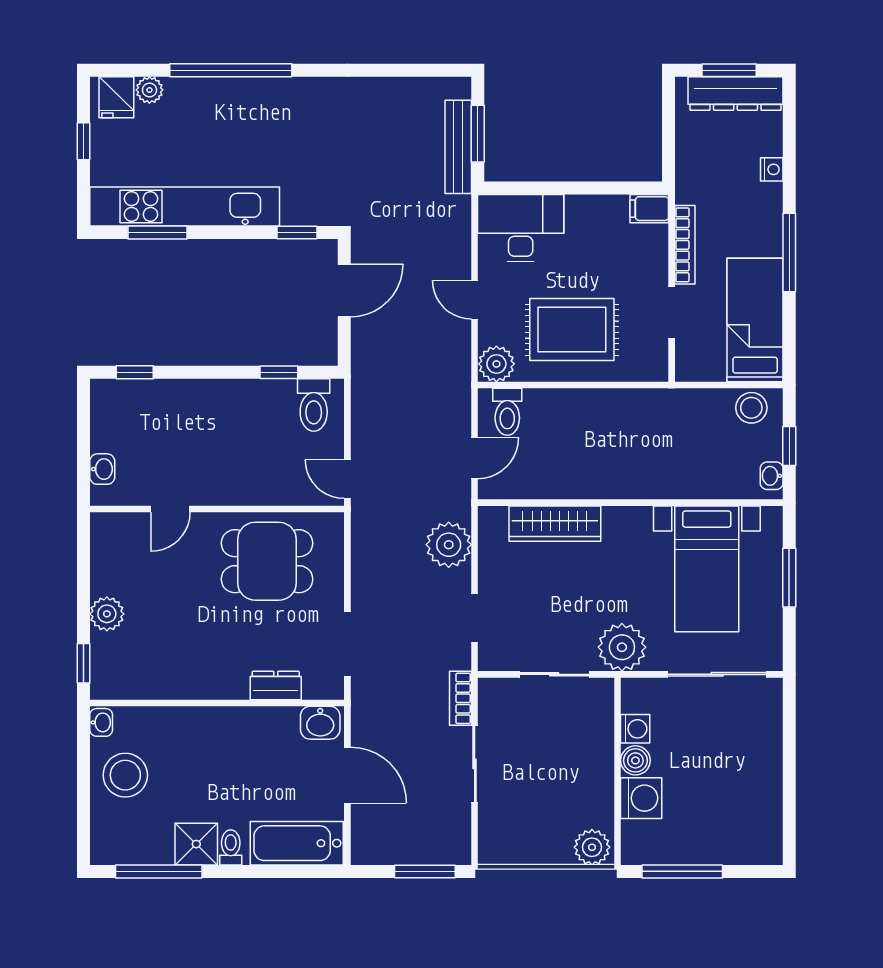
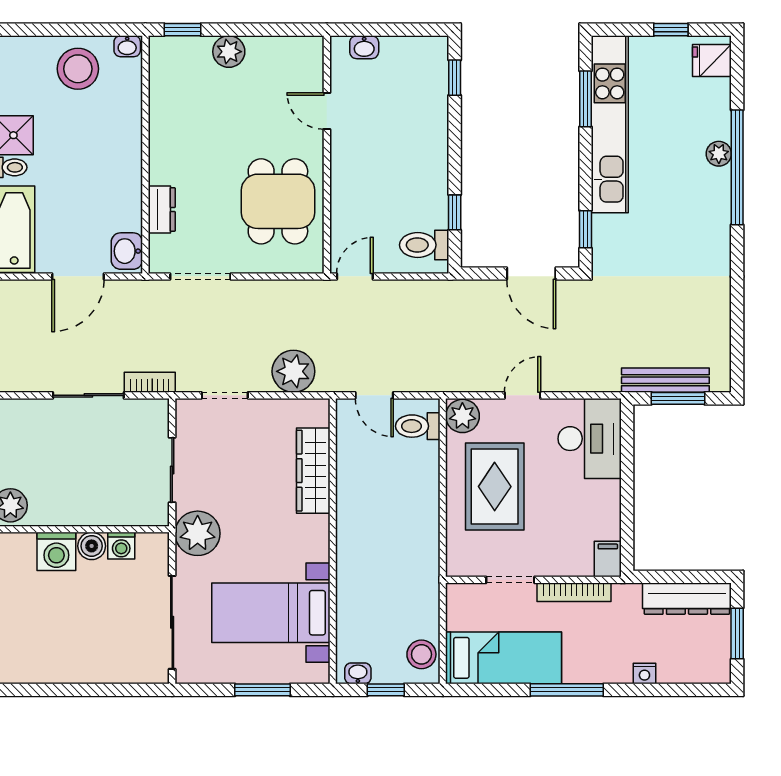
plant: (149, 90) -> (719, 154), moved
dresser: (735, 94) -> (687, 599), moved, turned -90

